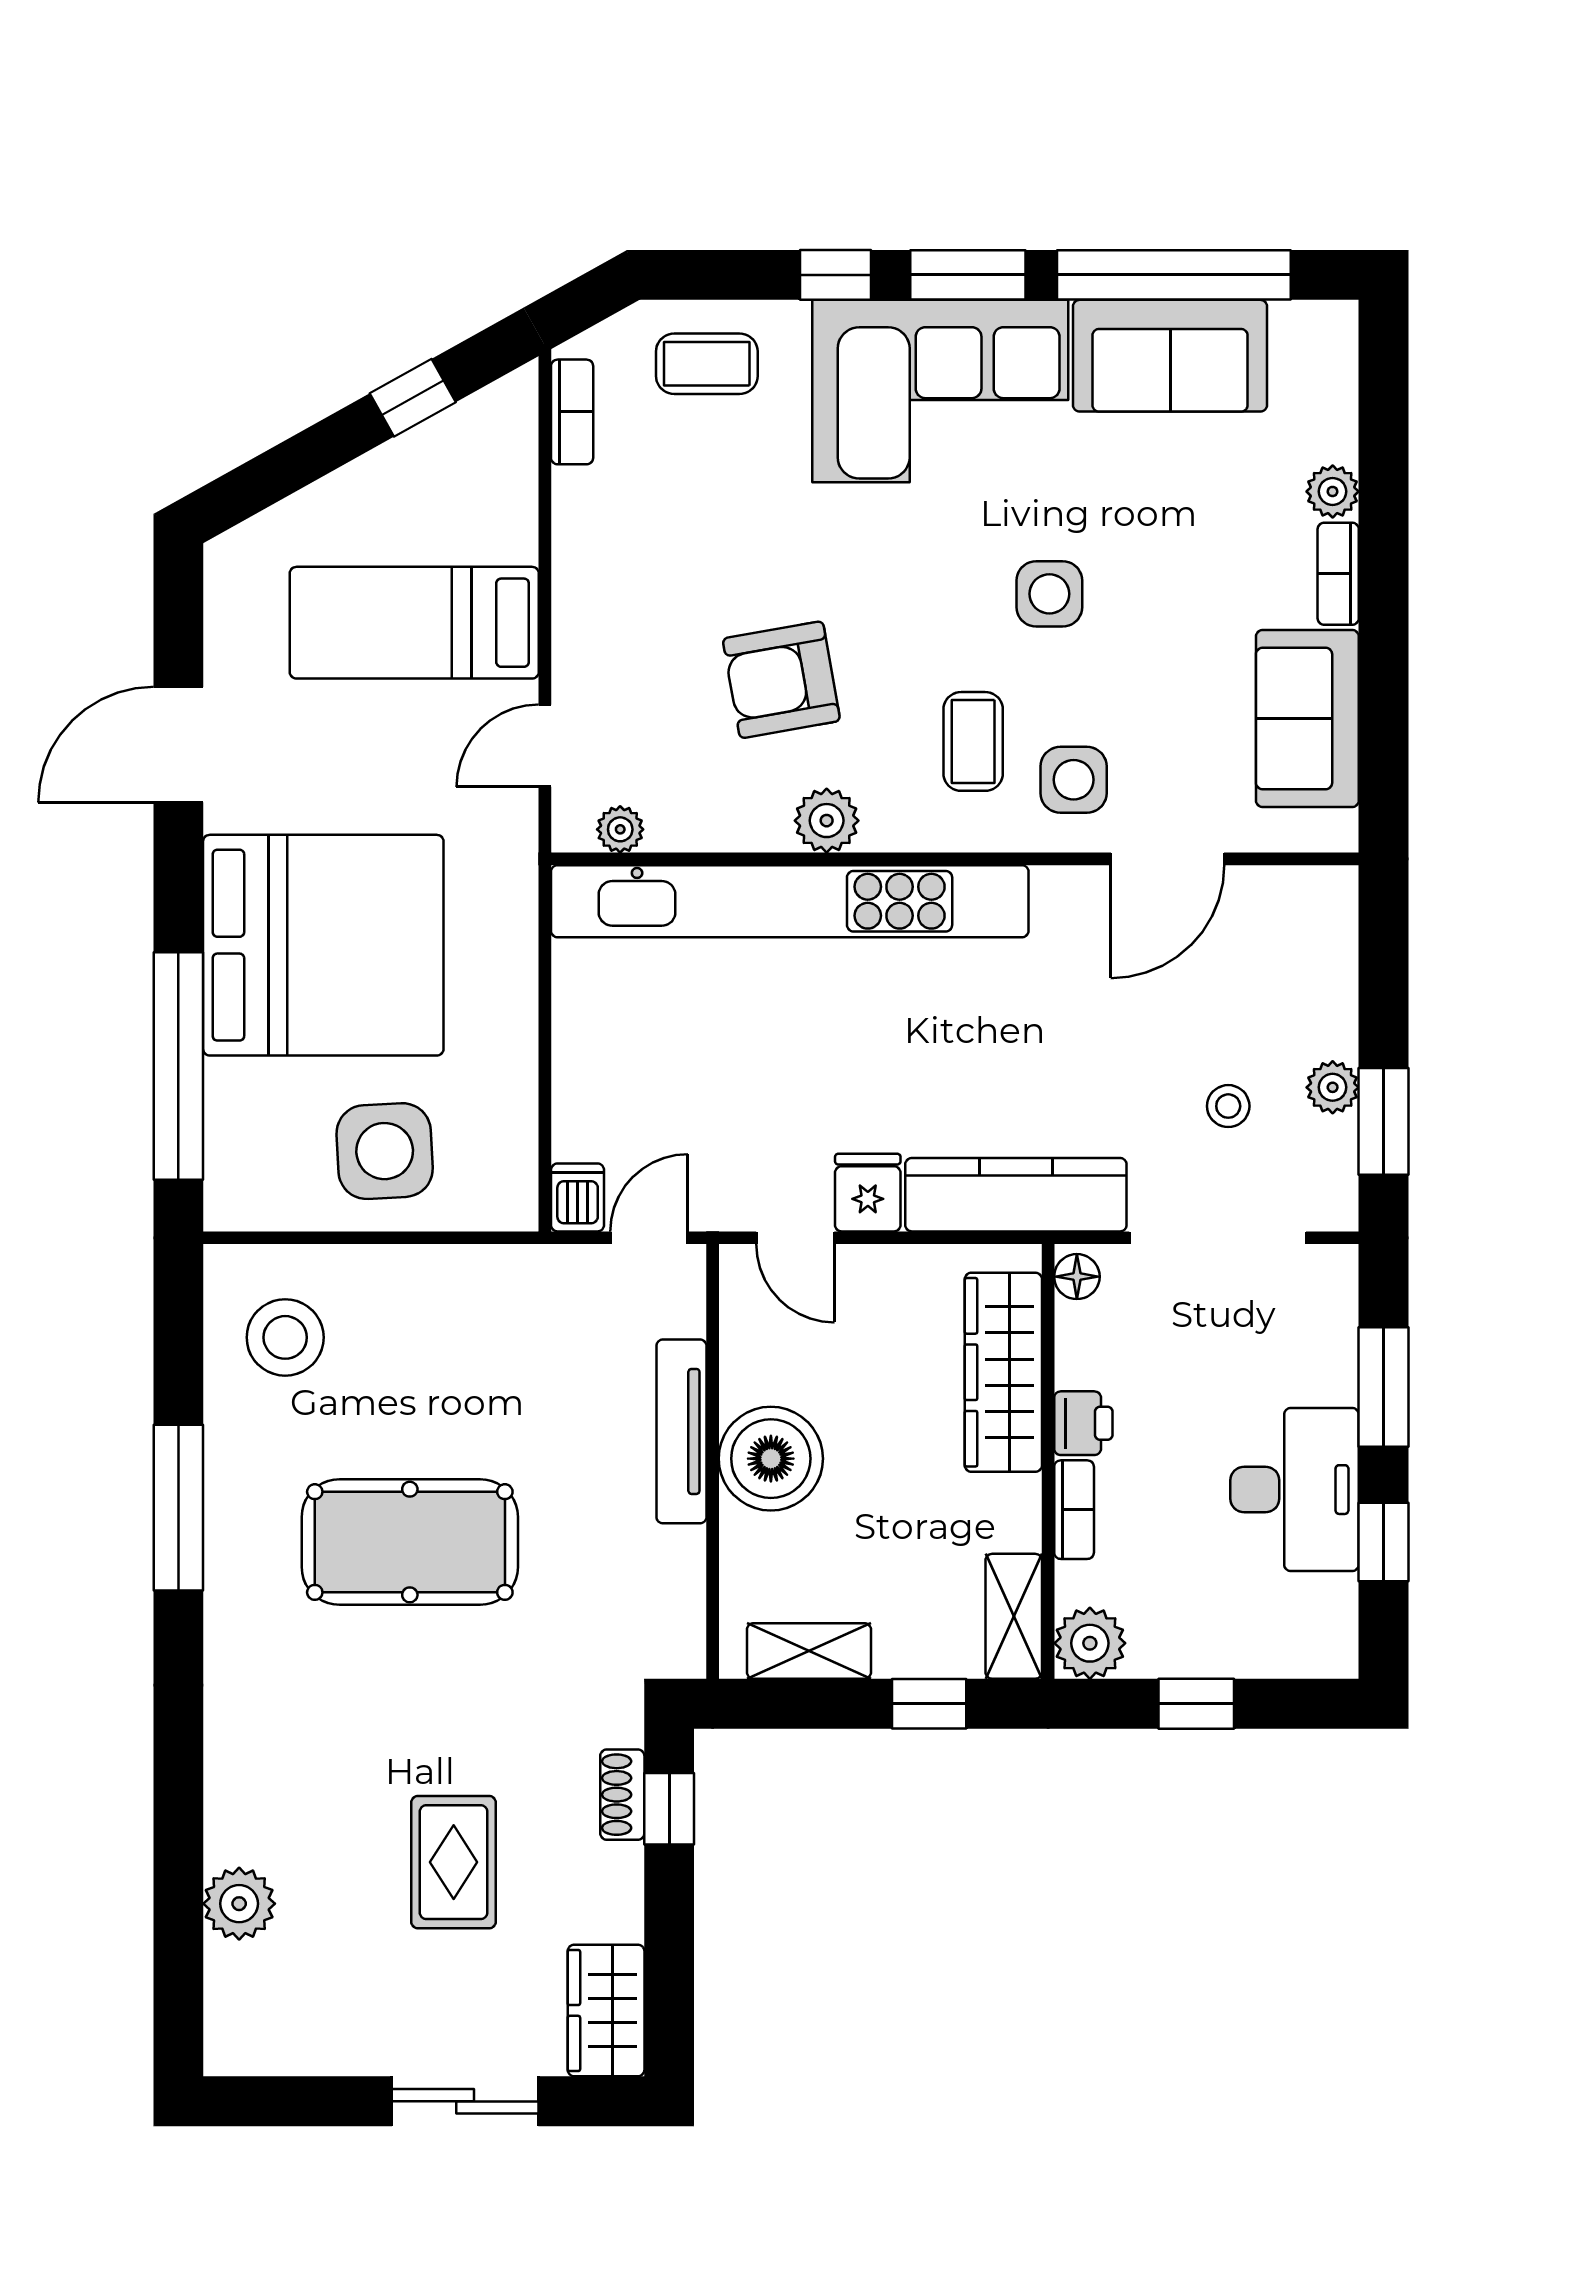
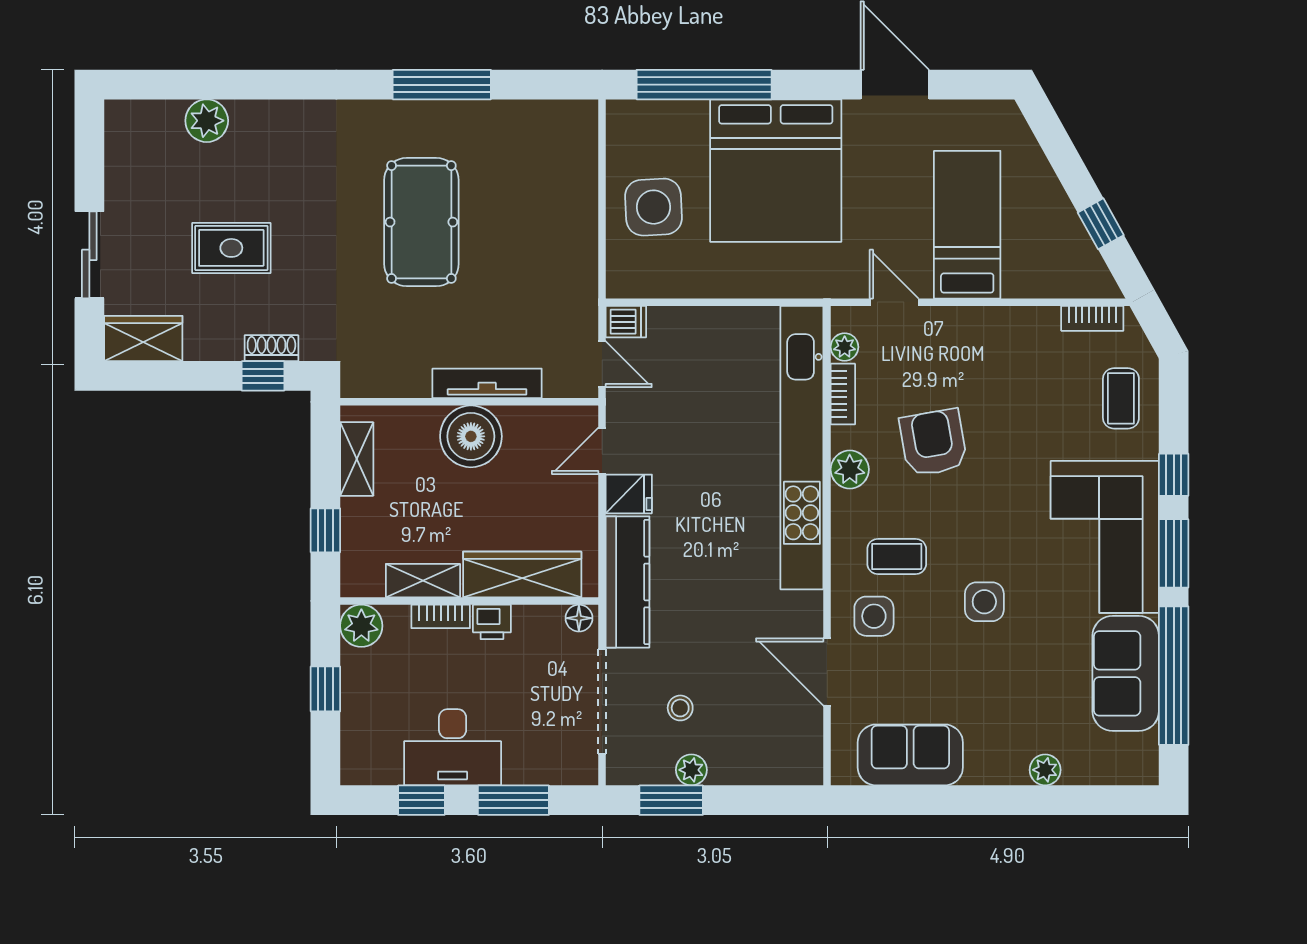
bookcase: (1338, 574) -> (843, 394), moved, turned 90
stool: (285, 1337) -> (543, 148), removed
shelving: (1014, 1616) -> (423, 581), moved

